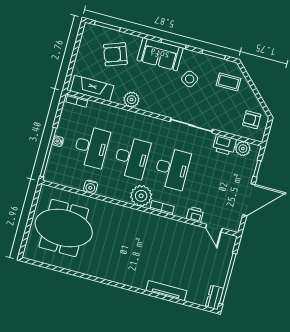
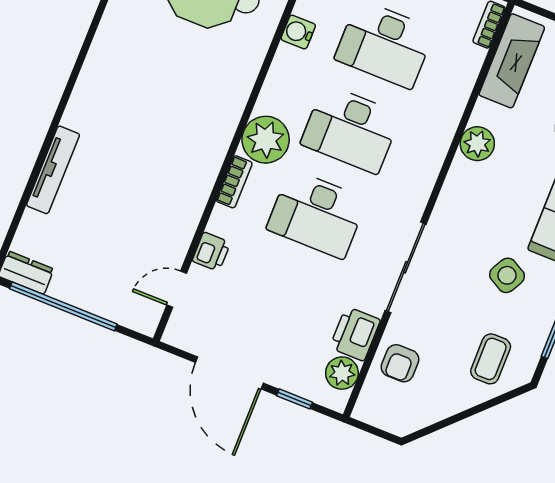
armchair: (252, 120) -> (400, 363), moved, turned 180

